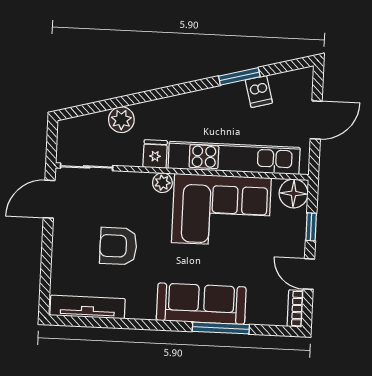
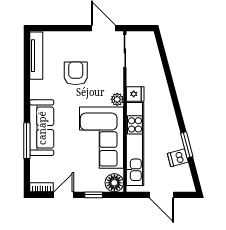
plant: (121, 120) -> (156, 72), removed

